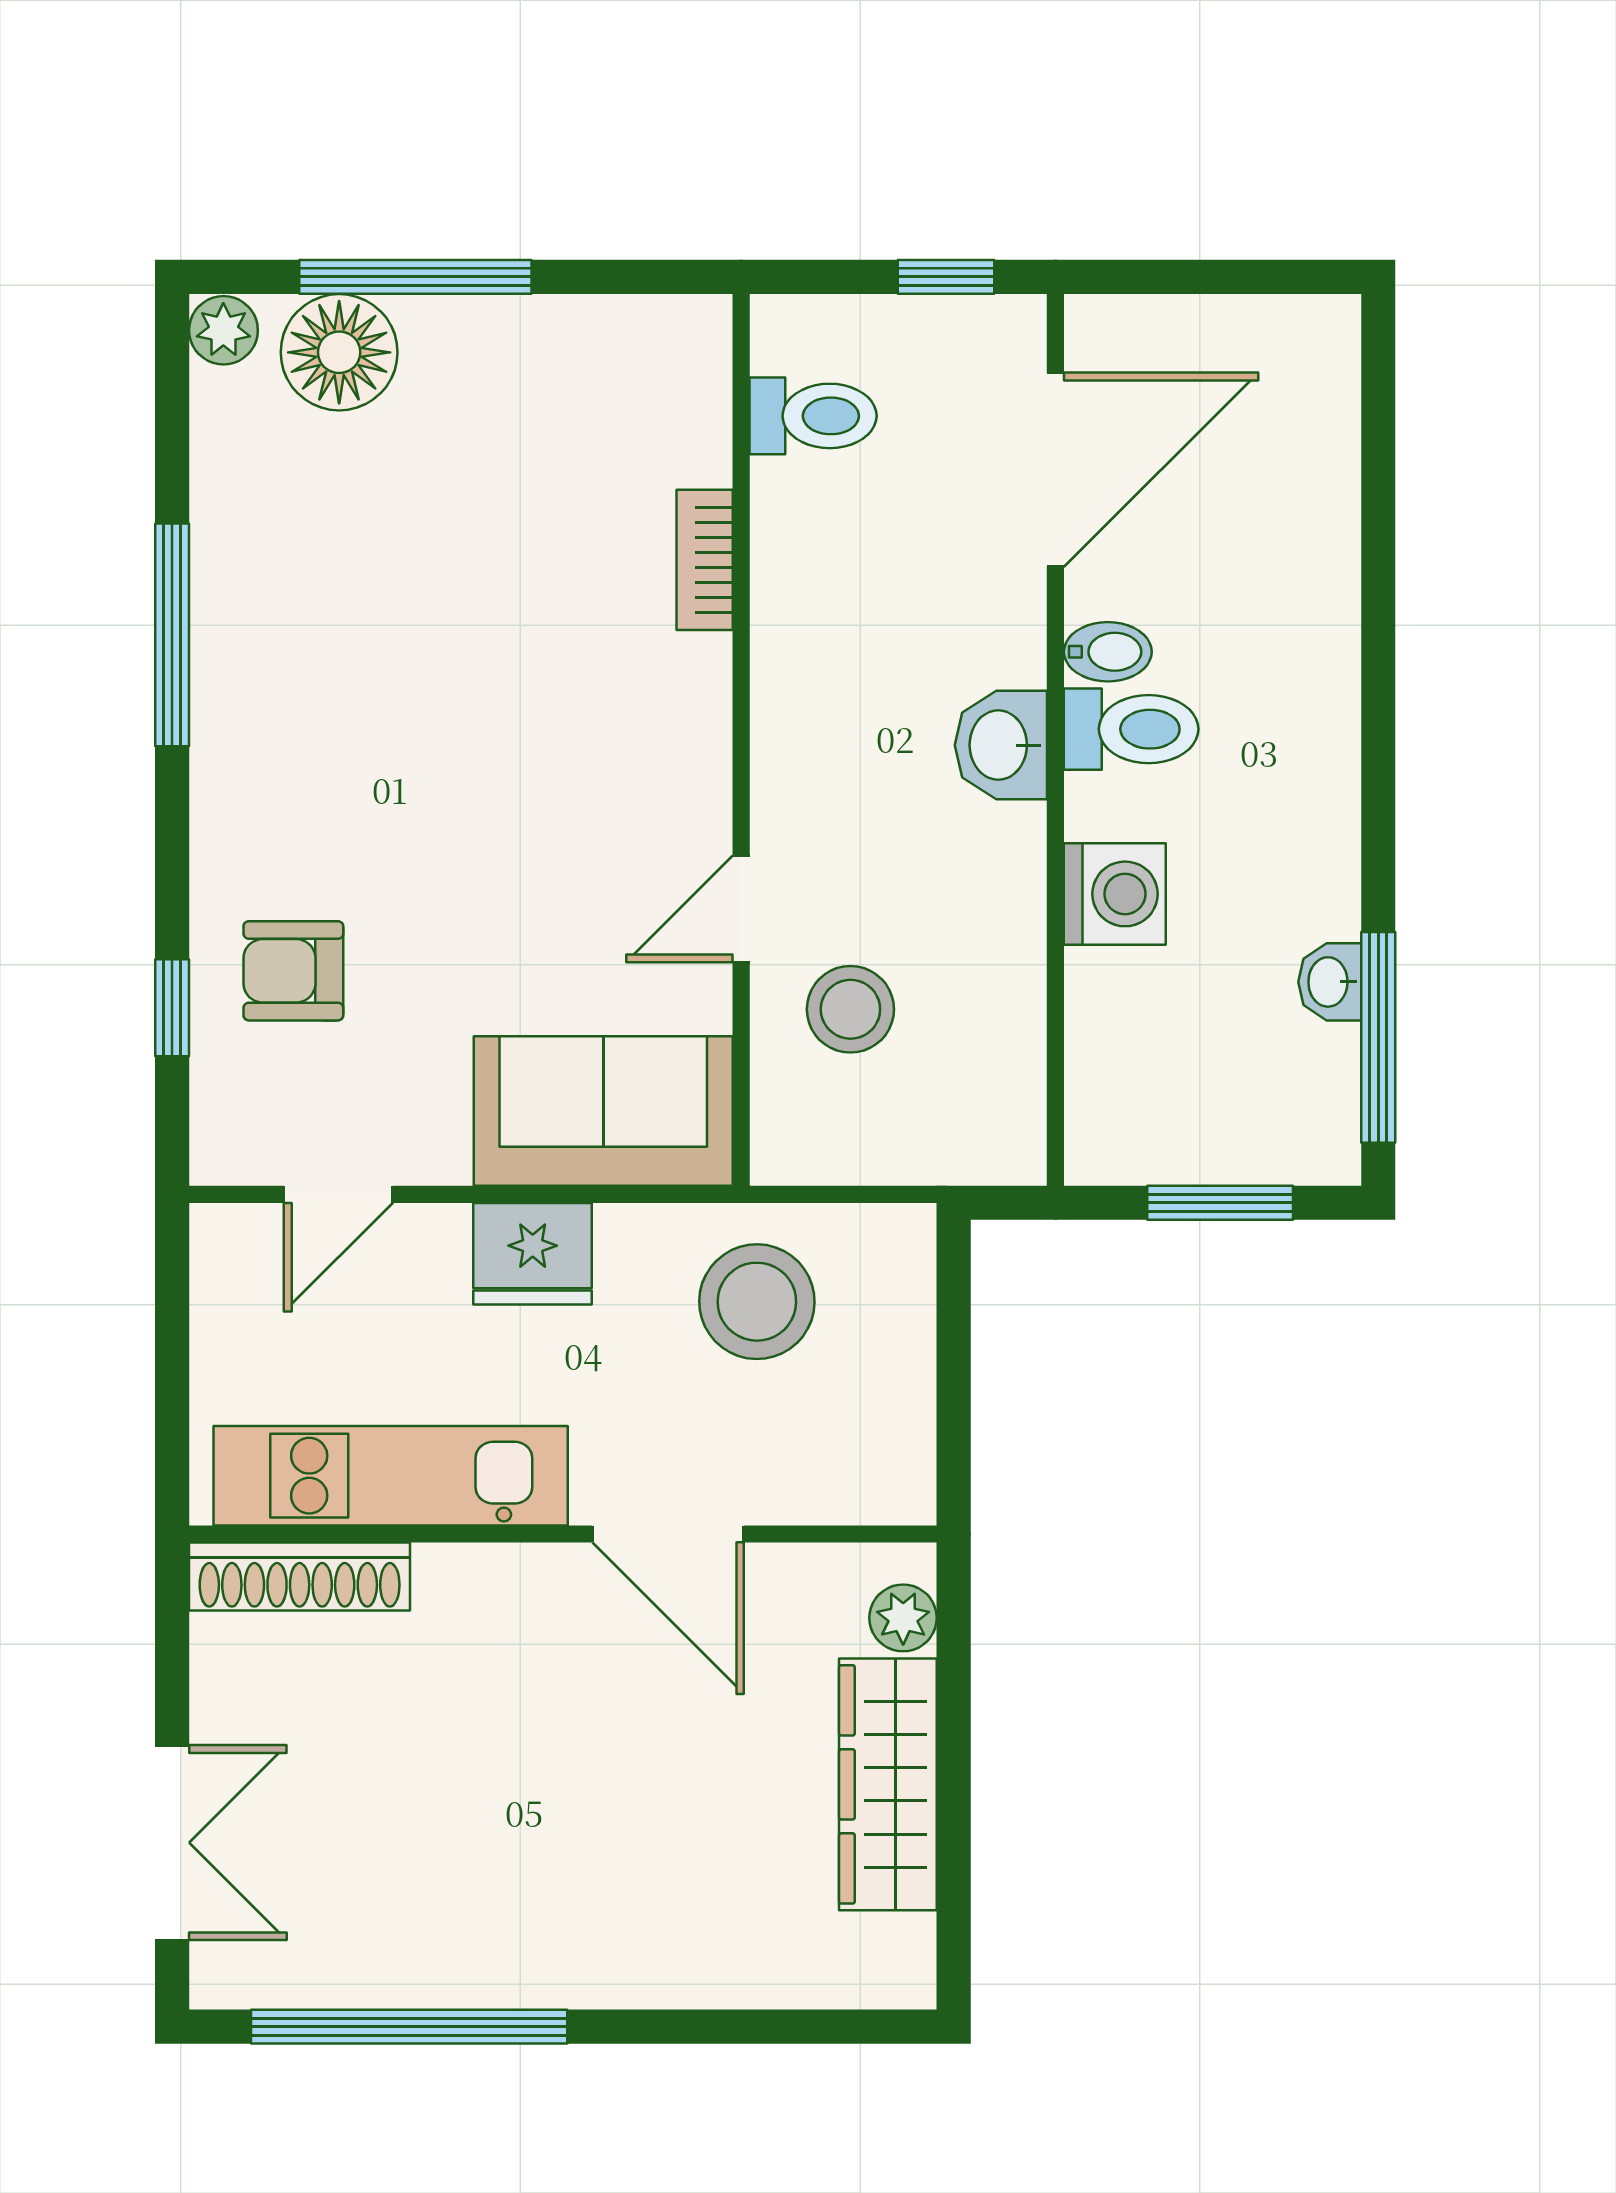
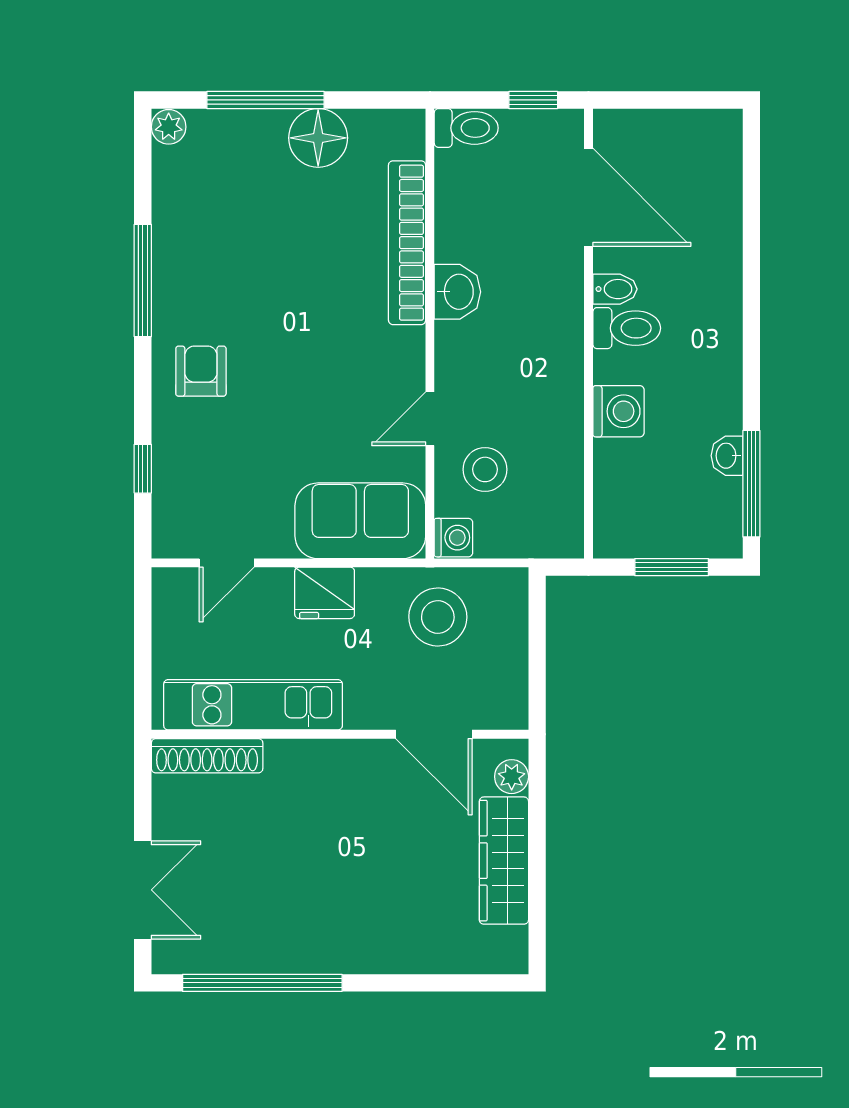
floor lamp: (339, 352) -> (318, 138), moved
toilet: (813, 416) -> (466, 128), moved
door: (1055, 470) -> (589, 197), hinge flipped
bookcase: (705, 560) -> (407, 243), width x2.31, depth x1.31
washbasin: (1001, 745) -> (457, 292), moved, turned 180
armchair: (293, 971) -> (201, 371), moved, turned 90
washing machine: (788, 1144) -> (453, 538), added
door: (668, 1534) -> (434, 734), moved

